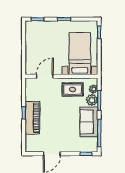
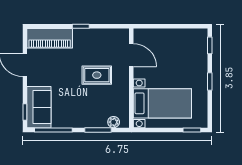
rug: (73, 90) -> (97, 75), moved, turned 90
plant: (92, 100) -> (99, 120), removed
piano: (32, 118) -> (50, 38), moved
sofa: (89, 122) -> (39, 107), moved, turned 90

